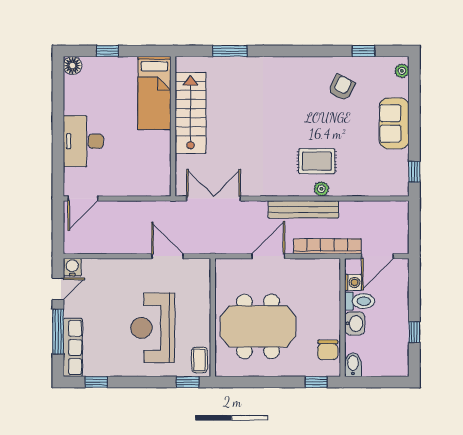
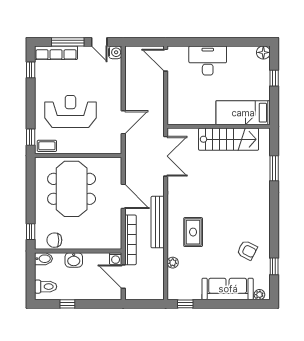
sofa: (394, 123) -> (228, 289), width x1.36
plant: (321, 189) -> (173, 263), moved
washing machine: (353, 282) -> (116, 259), moved
toilet: (360, 301) -> (46, 287), moved, turned -90

